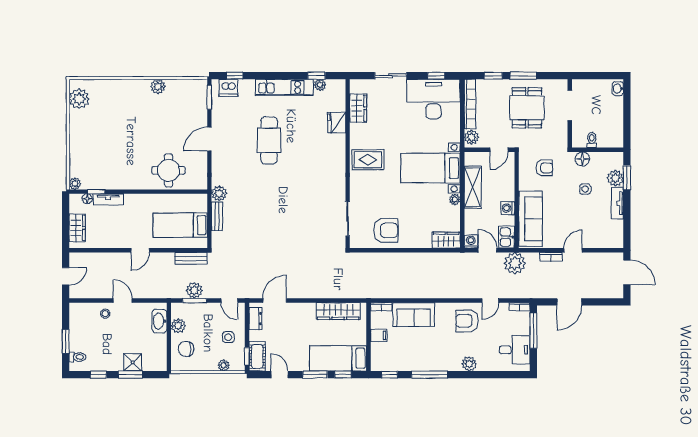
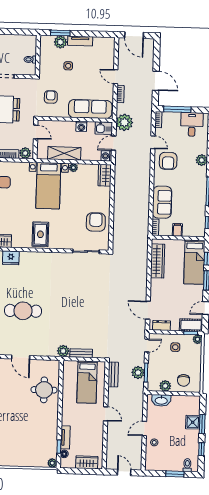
floor lamp: (582, 159) -> (45, 67), removed
door: (627, 272) -> (134, 35), swing flipped
plant: (224, 365) -> (197, 339), moved

